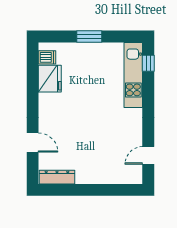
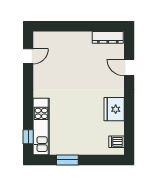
window: (89, 37) -> (67, 160), moved
fridge: (50, 79) -> (114, 109), moved

